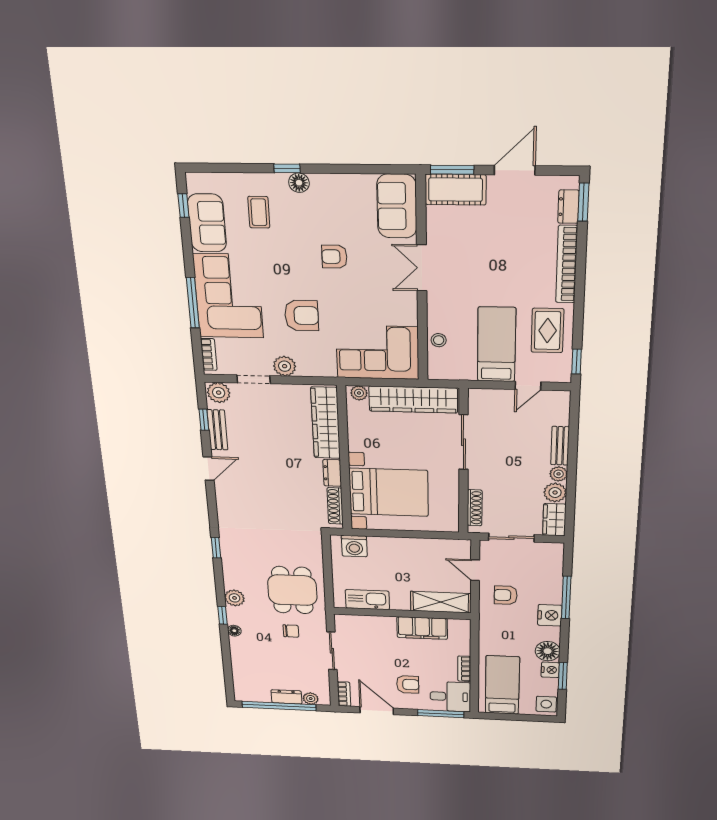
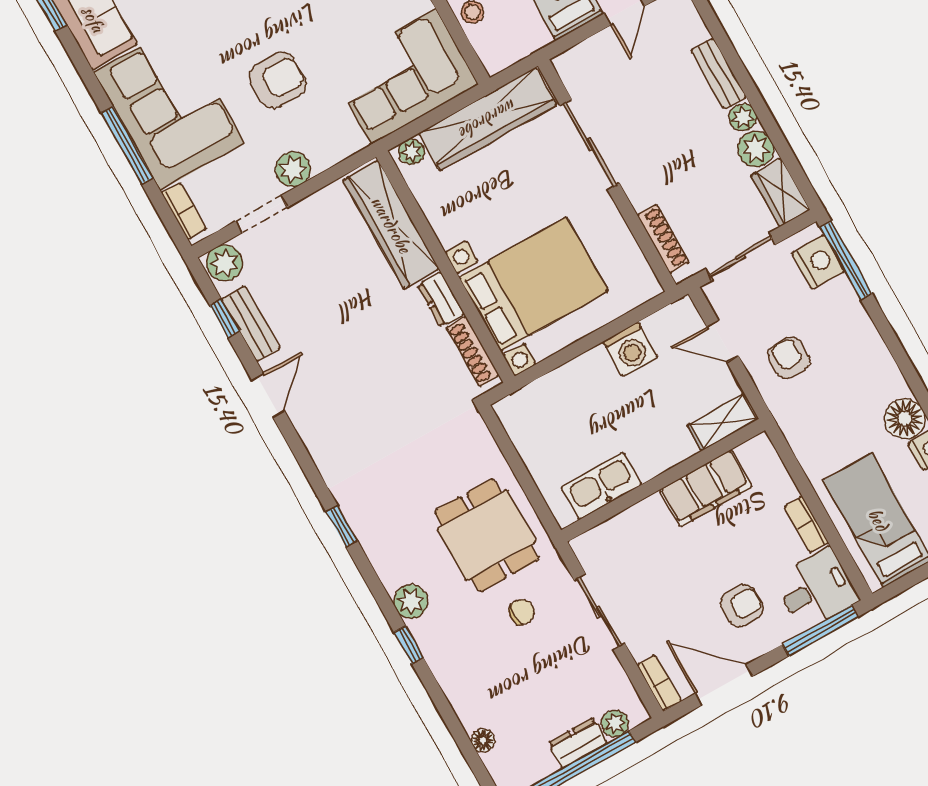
washing machine: (354, 546) -> (630, 349), moved
armchair: (506, 595) -> (789, 358), turned 90
window: (566, 597) -> (846, 260), moved
shelving: (441, 602) -> (723, 422), width x0.67, depth x0.75
nightstand: (550, 615) -> (818, 262), moved
floor lamp: (234, 631) -> (483, 740), moved

